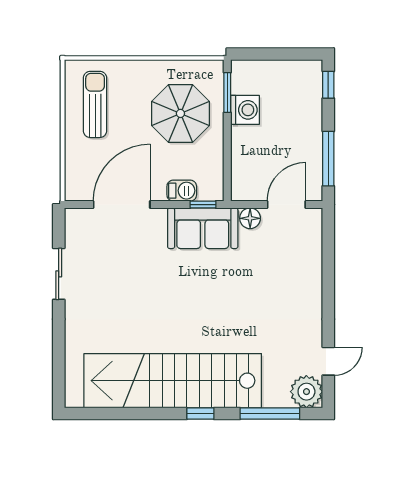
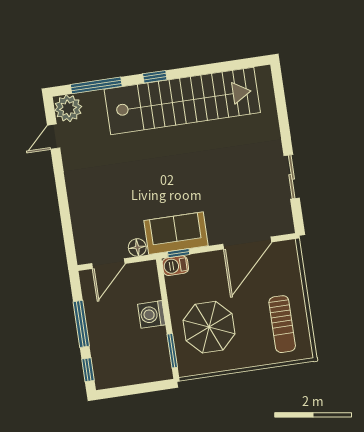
washing machine: (245, 110) -> (152, 314), moved
window: (328, 159) -> (81, 324), moved
barbecue: (182, 191) -> (175, 266), moved

